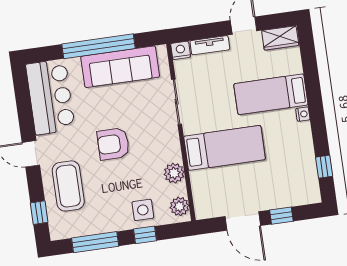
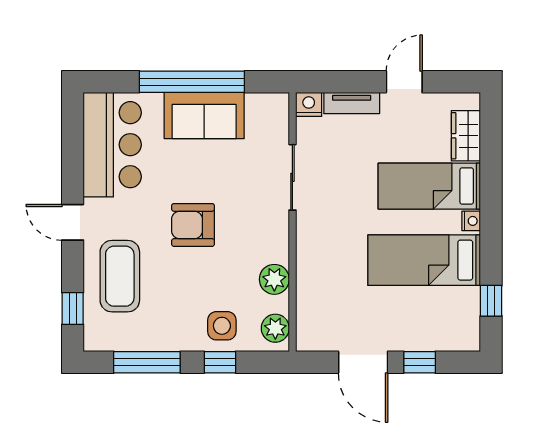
wardrobe: (280, 38) -> (466, 136), moved, turned 90
sofa: (120, 67) -> (204, 116), width x0.73
bed: (225, 148) -> (424, 260), moved, turned 180

